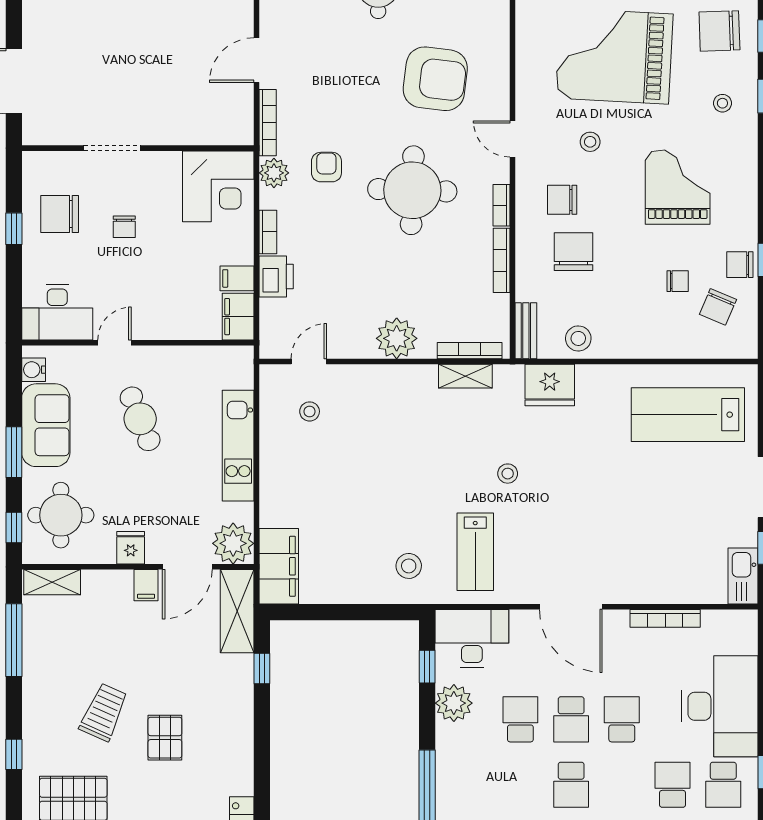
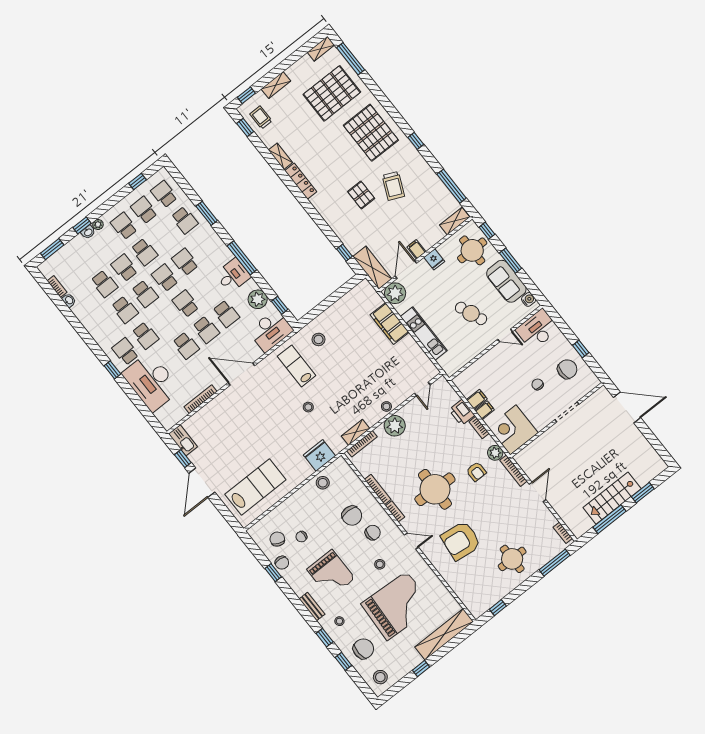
chair: (740, 265) -> (282, 563), turned 95
filing cabinet: (238, 317) -> (485, 410), moved, width x0.50
bench: (526, 331) -> (312, 607), moved
door: (114, 343) -> (505, 335), hinge flipped
stool: (310, 411) -> (386, 406), moved
filing cabinet: (279, 566) -> (390, 323), moved
school desk: (571, 719) -> (206, 330), turned 180
desk: (463, 770) -> (233, 275), added

